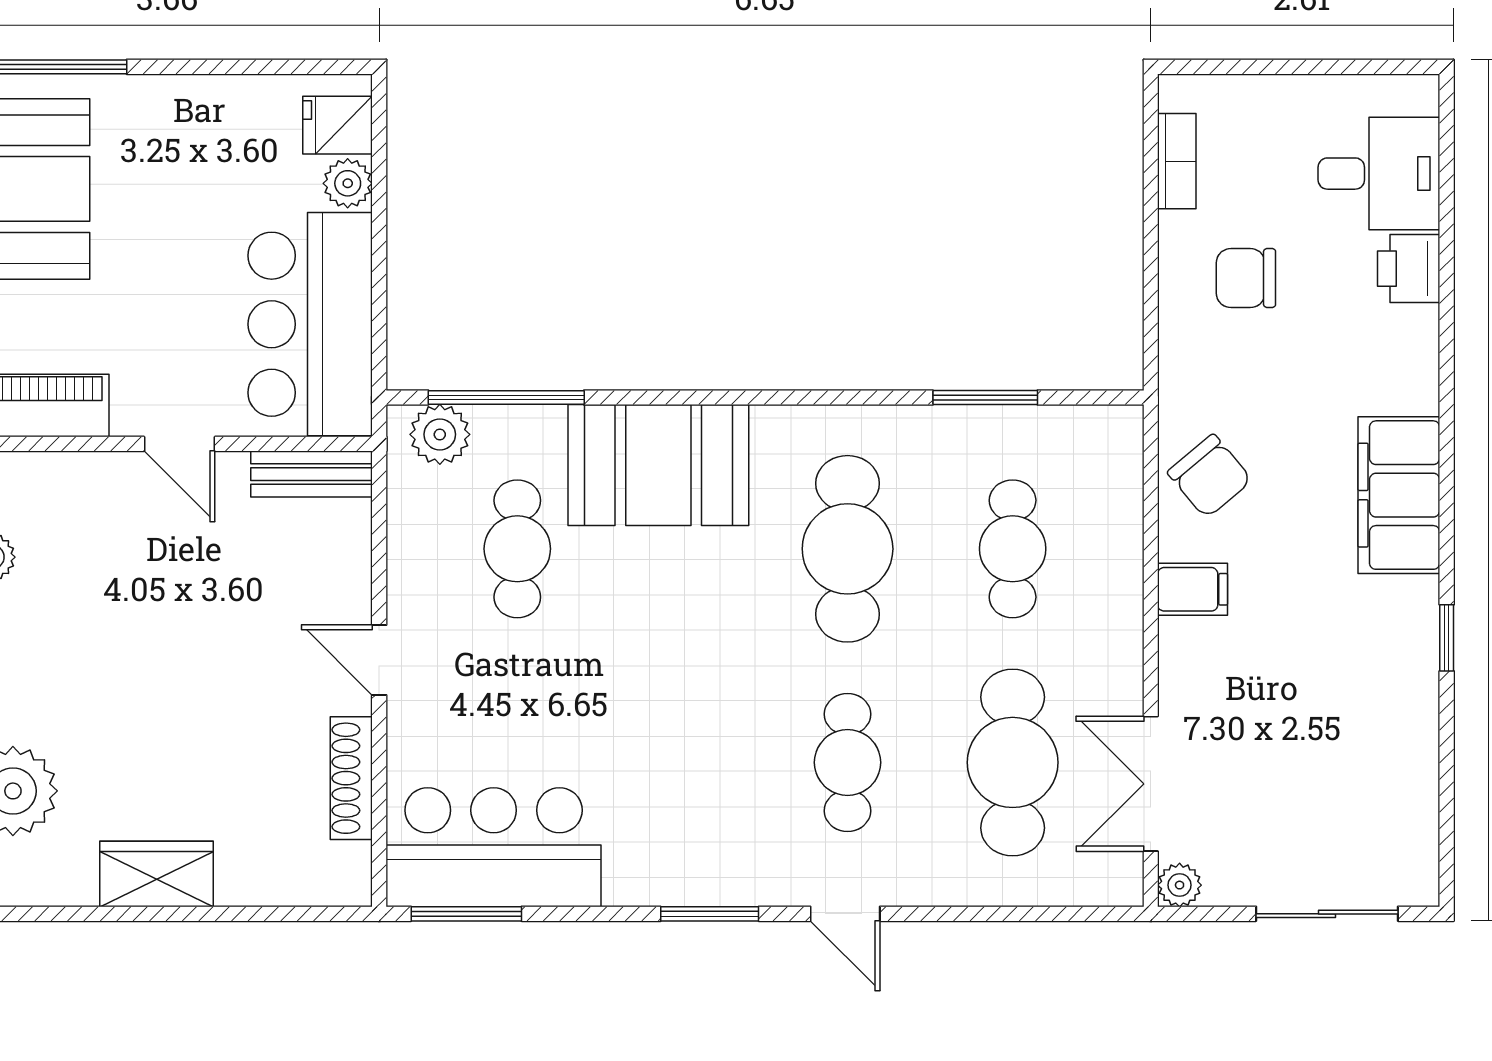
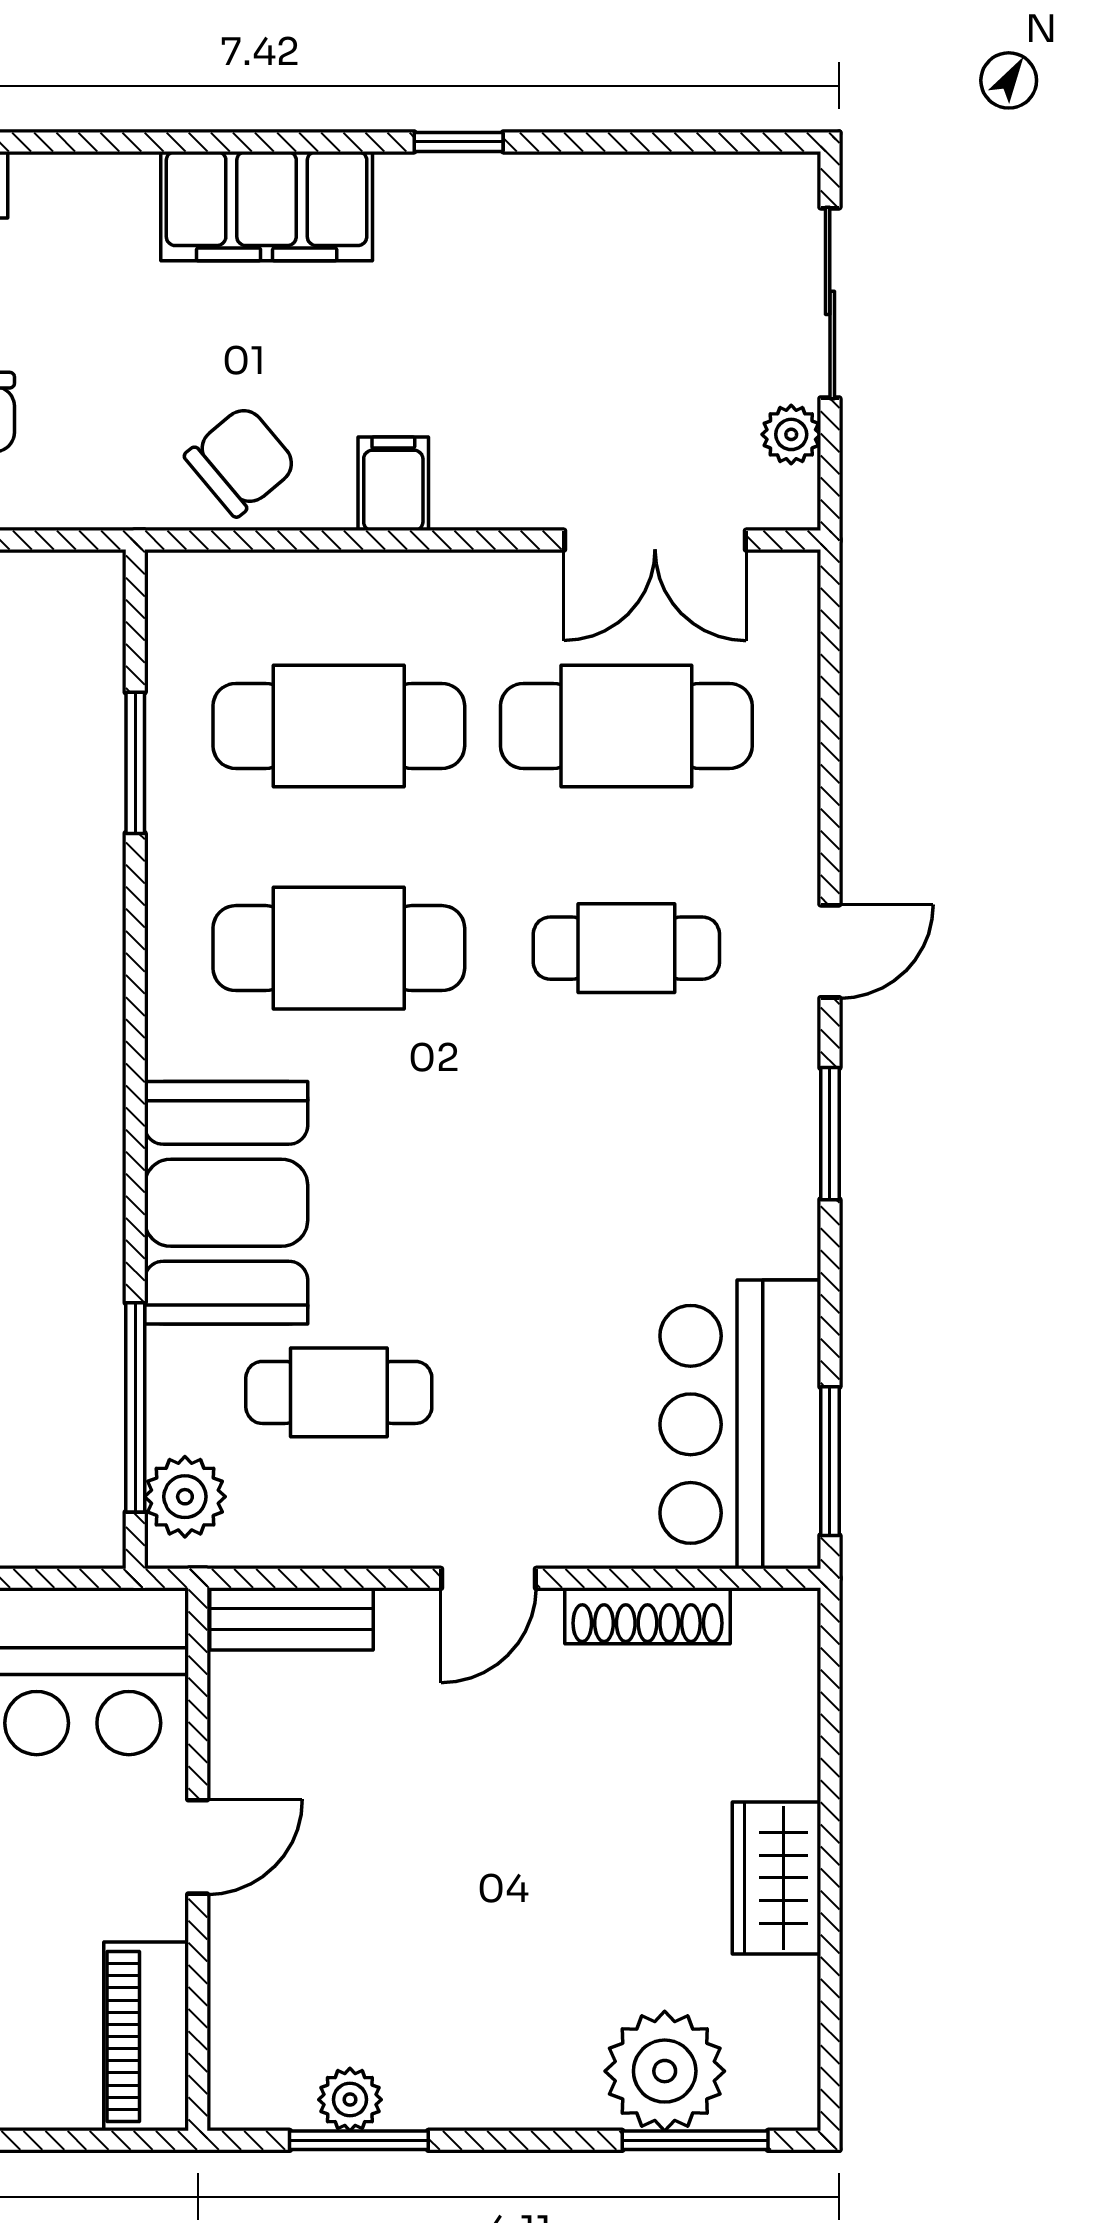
bench: (312, 474) -> (291, 1619), moved, turned 90
cafe table: (1013, 549) -> (339, 726), width x1.37, depth x1.35
plant: (1180, 885) -> (791, 434), moved

